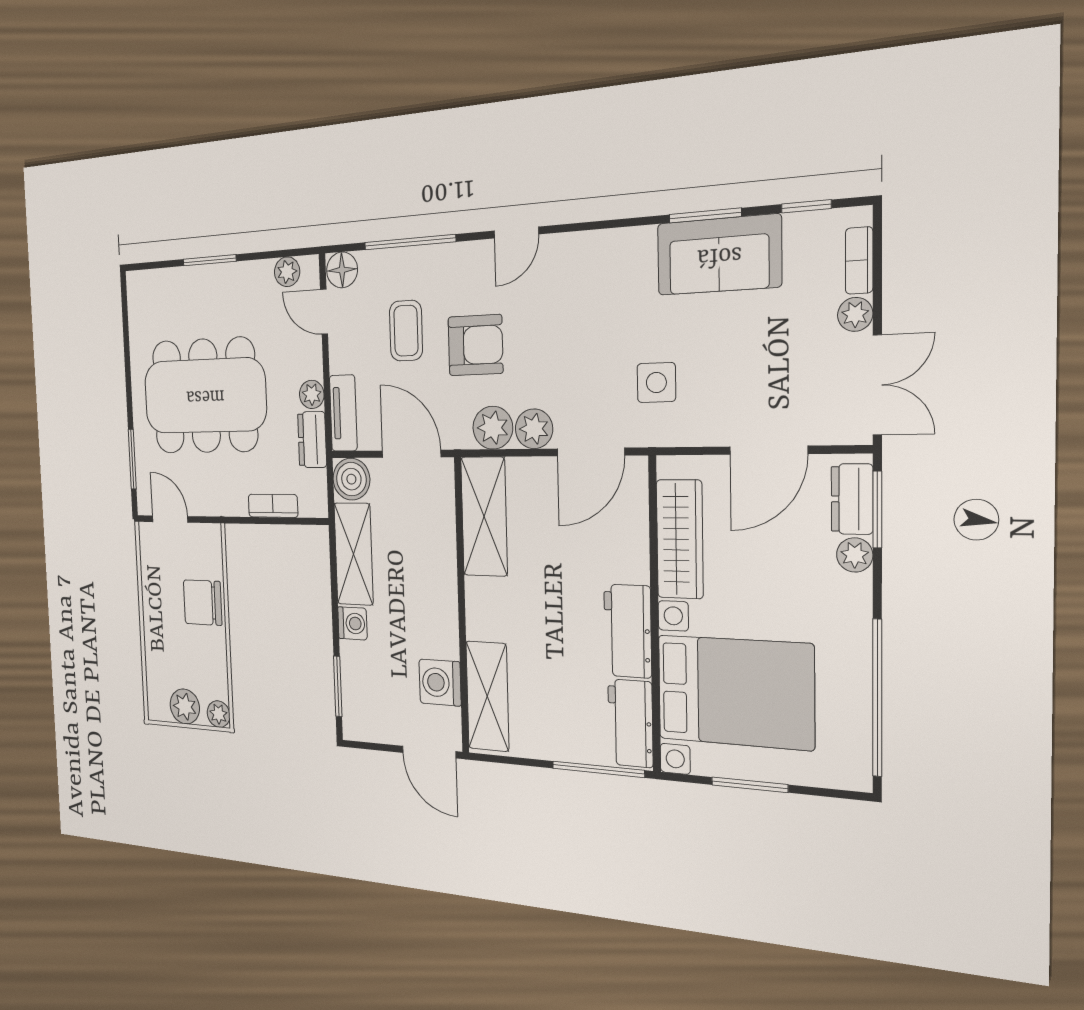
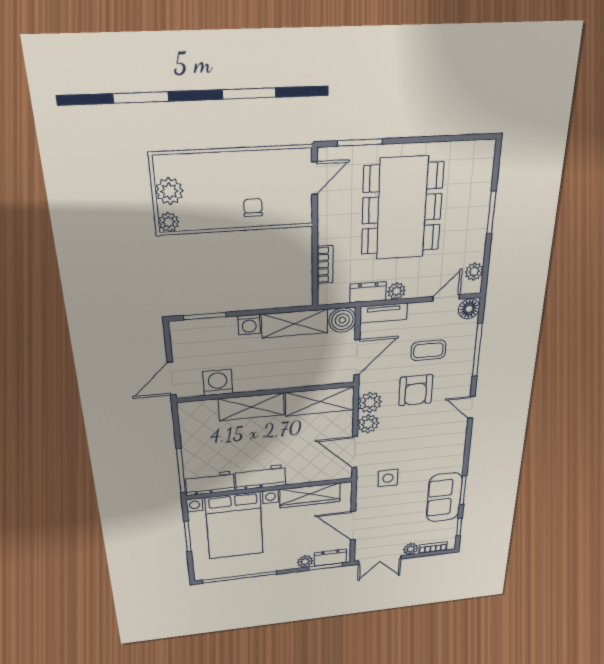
chair: (203, 603) -> (253, 208), width x0.54, depth x0.54
shelving: (487, 696) -> (252, 407), moved

